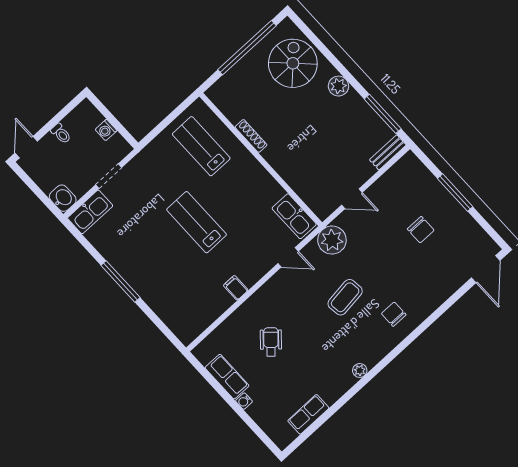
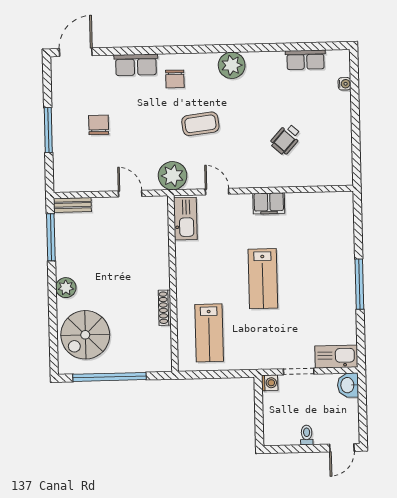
washing machine: (106, 130) -> (270, 383), moved
filing cabinet: (236, 288) -> (269, 203), width x2.00
plant: (360, 370) -> (232, 65), width x1.88, depth x1.88
row of seats: (227, 377) -> (136, 65), moved, turned -90
water cooler: (244, 401) -> (345, 84), moved

